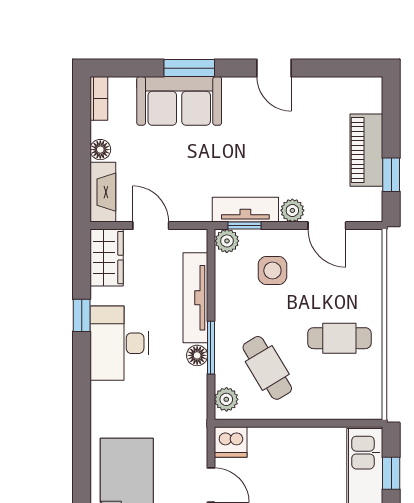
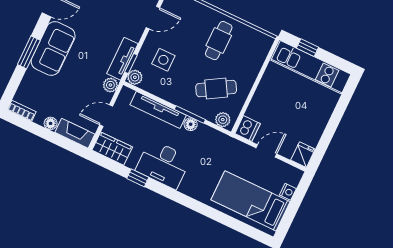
sofa: (179, 101) -> (53, 48), moved
plant: (292, 210) -> (110, 85), moved

